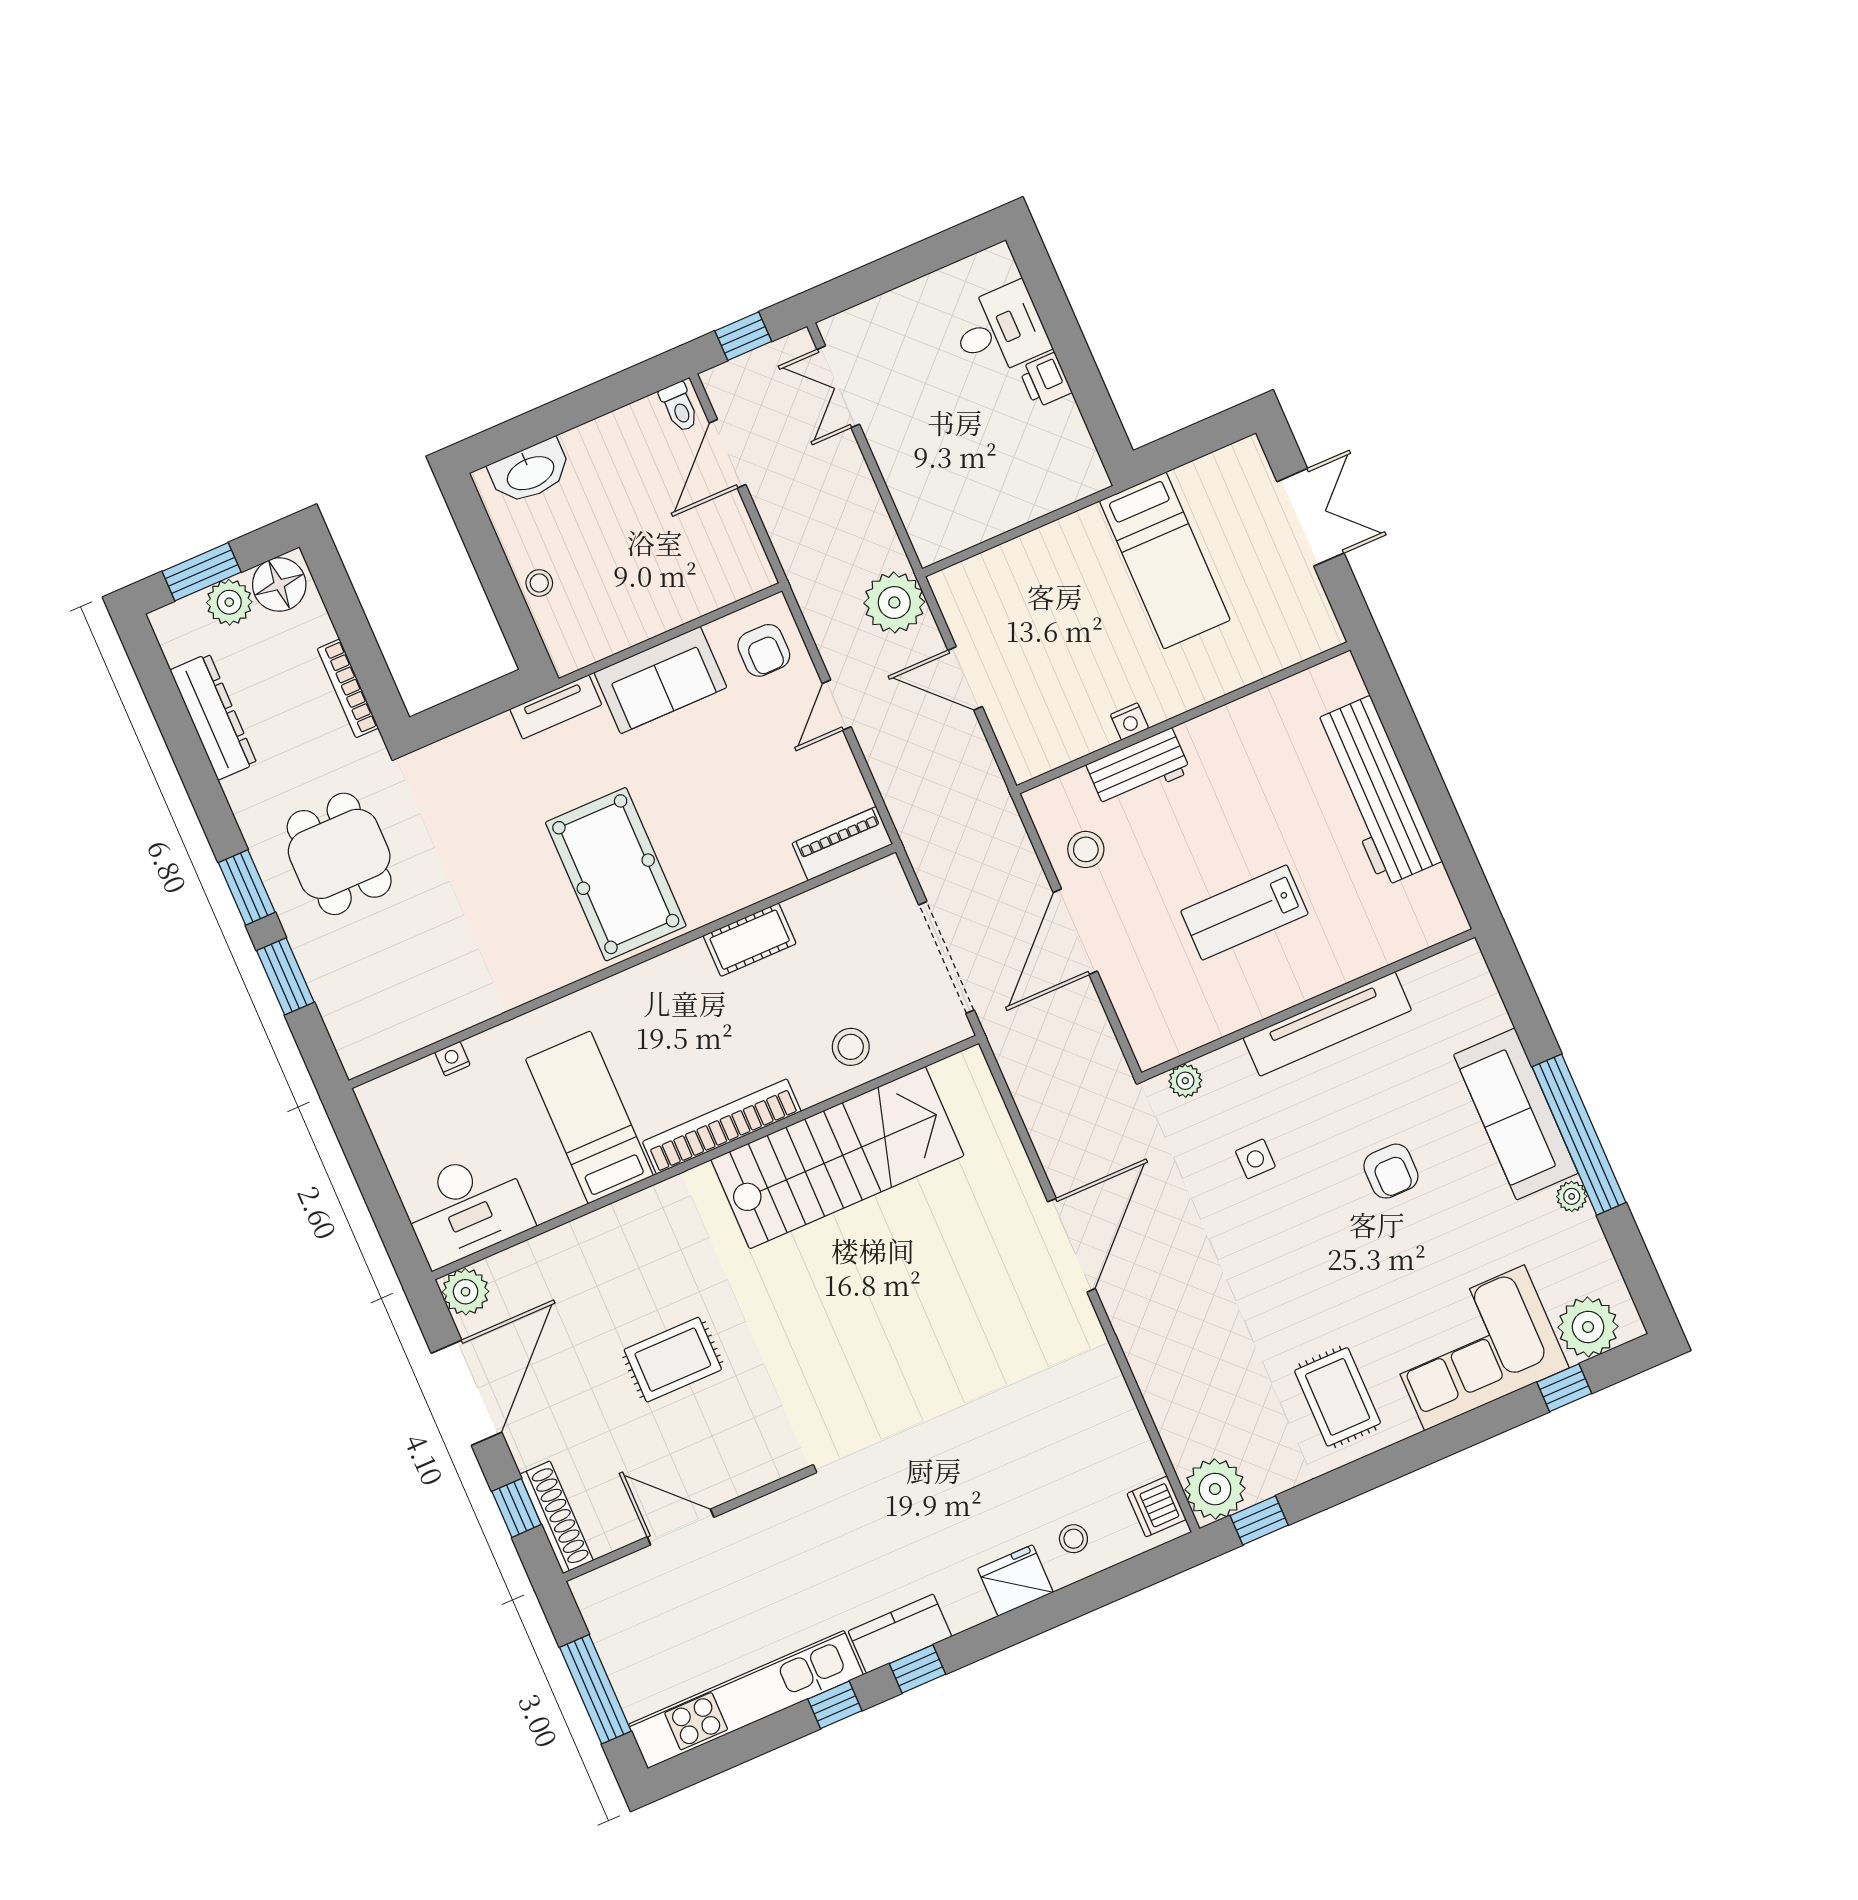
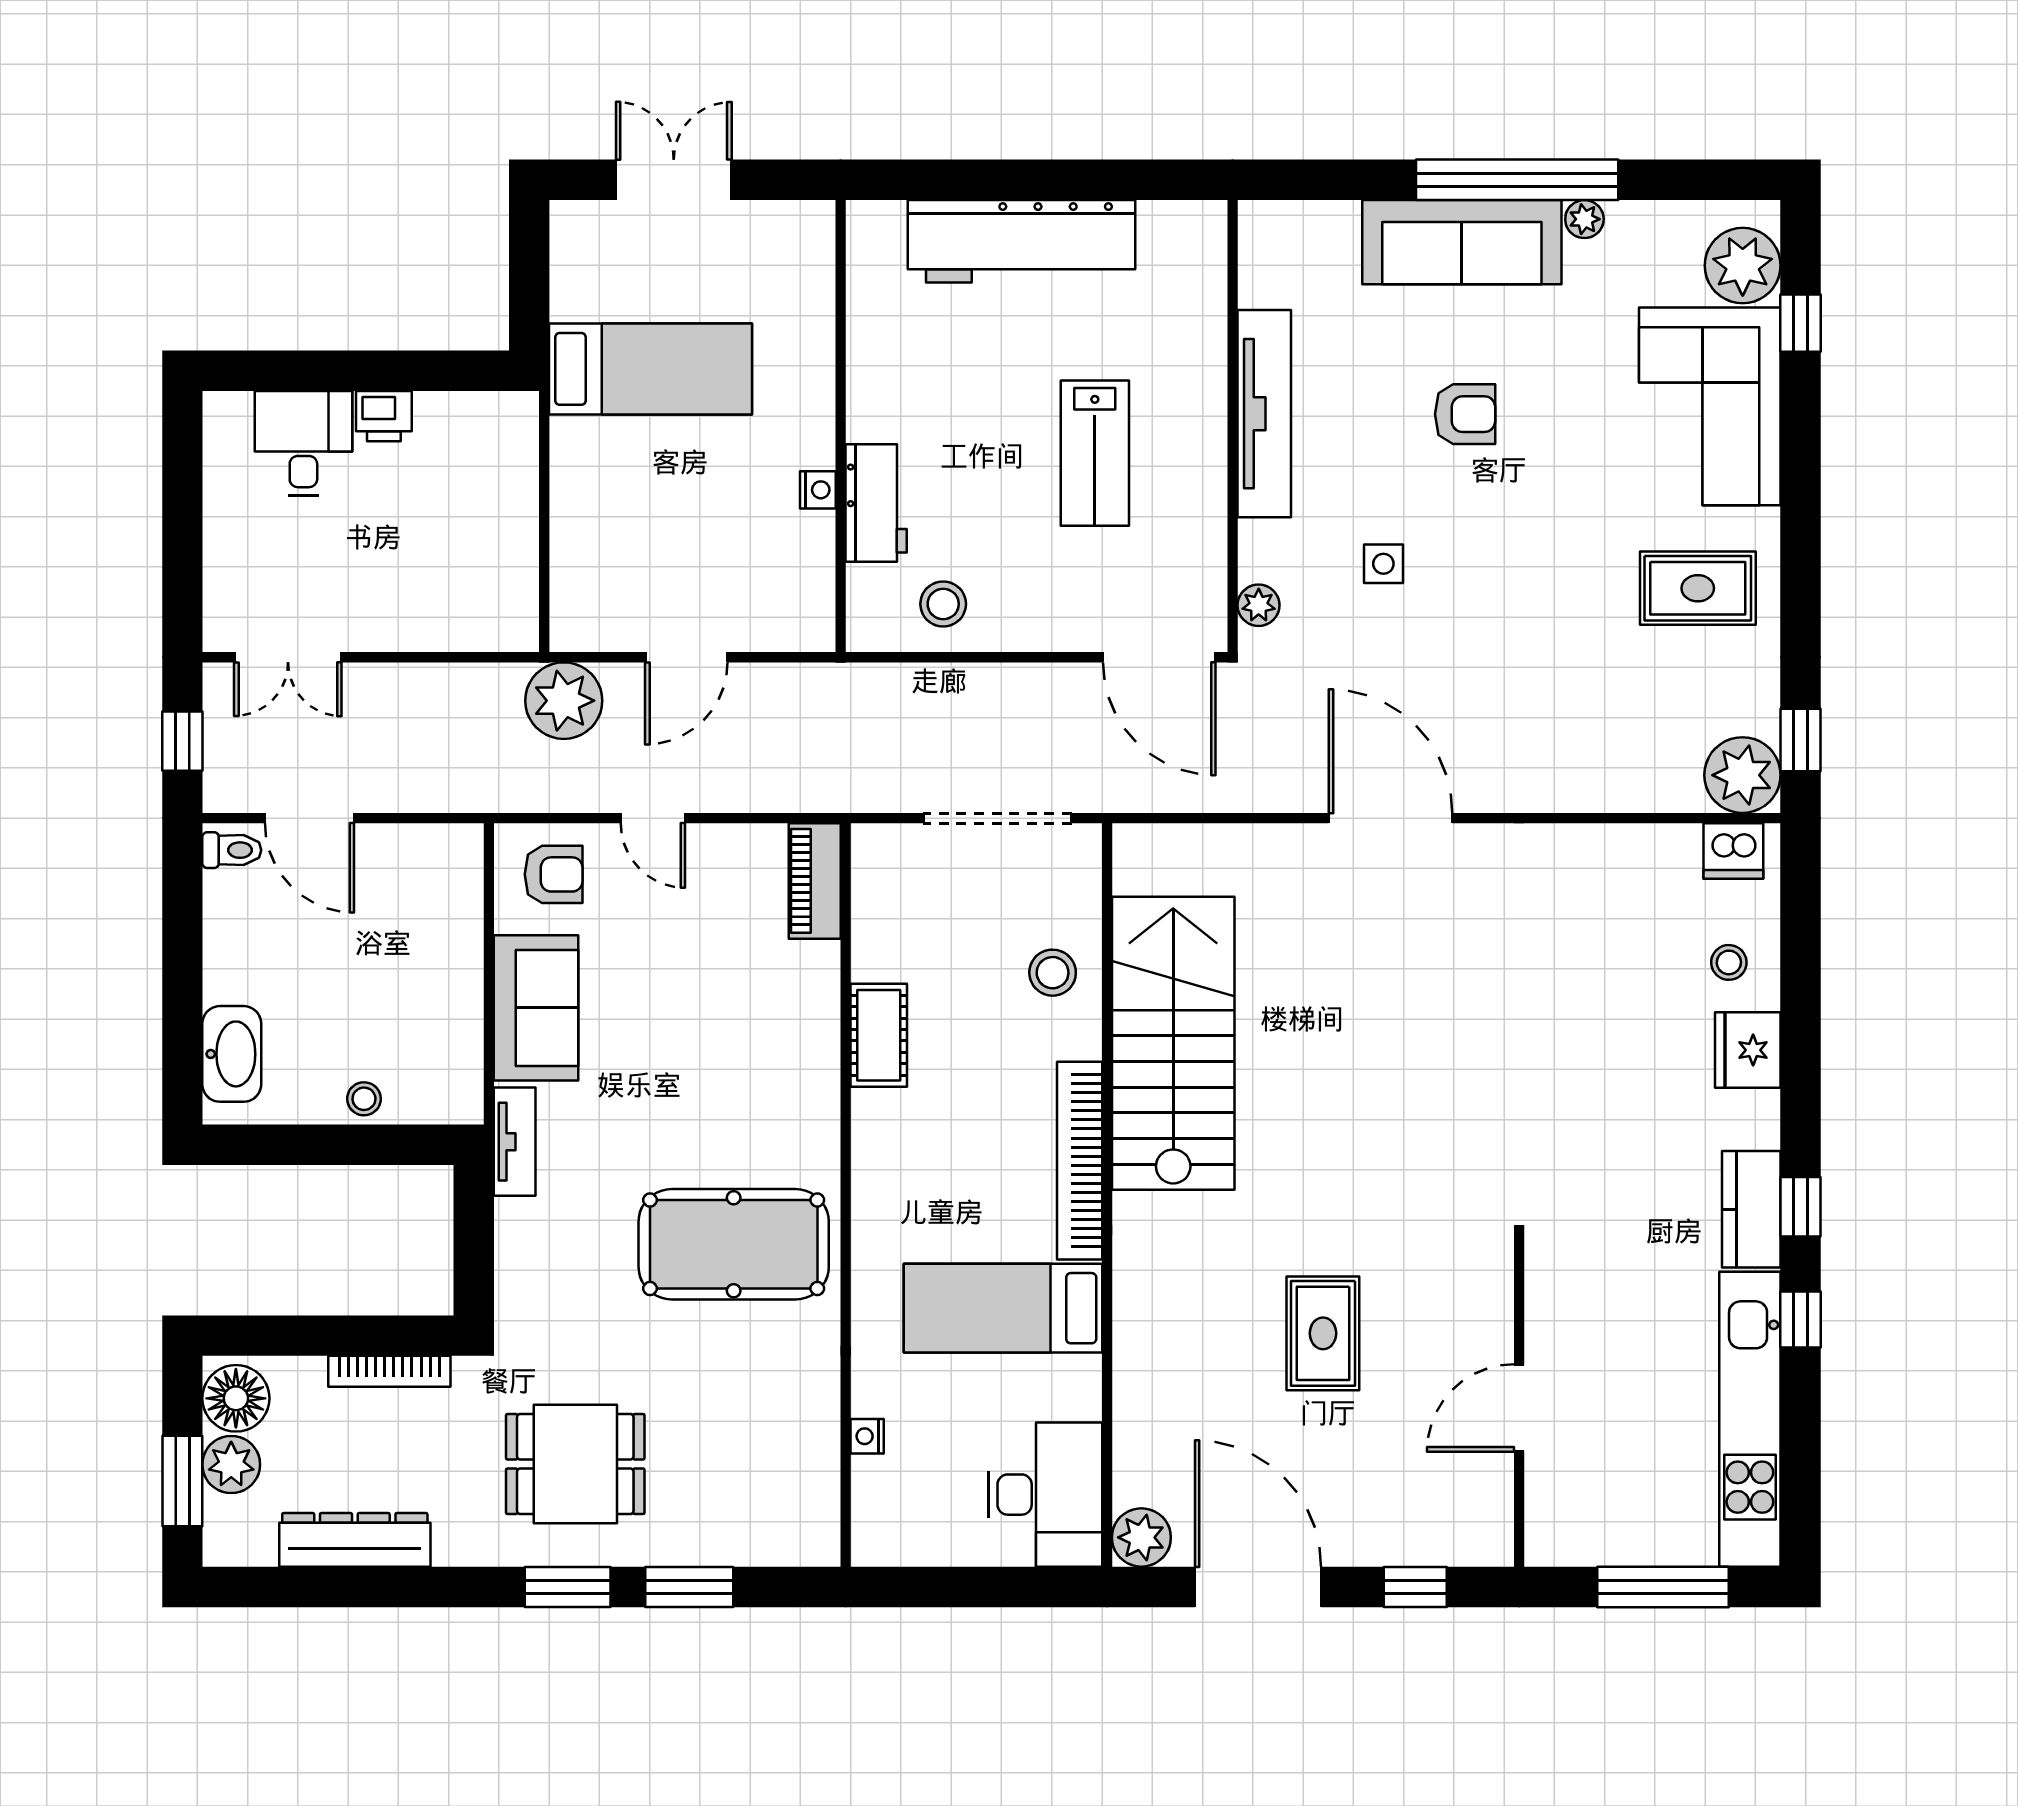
pool table: (616, 874) -> (734, 1244), moved
door: (1075, 932) -> (1159, 657), moved
shoe rack: (556, 1517) -> (1446, 1546), removed

